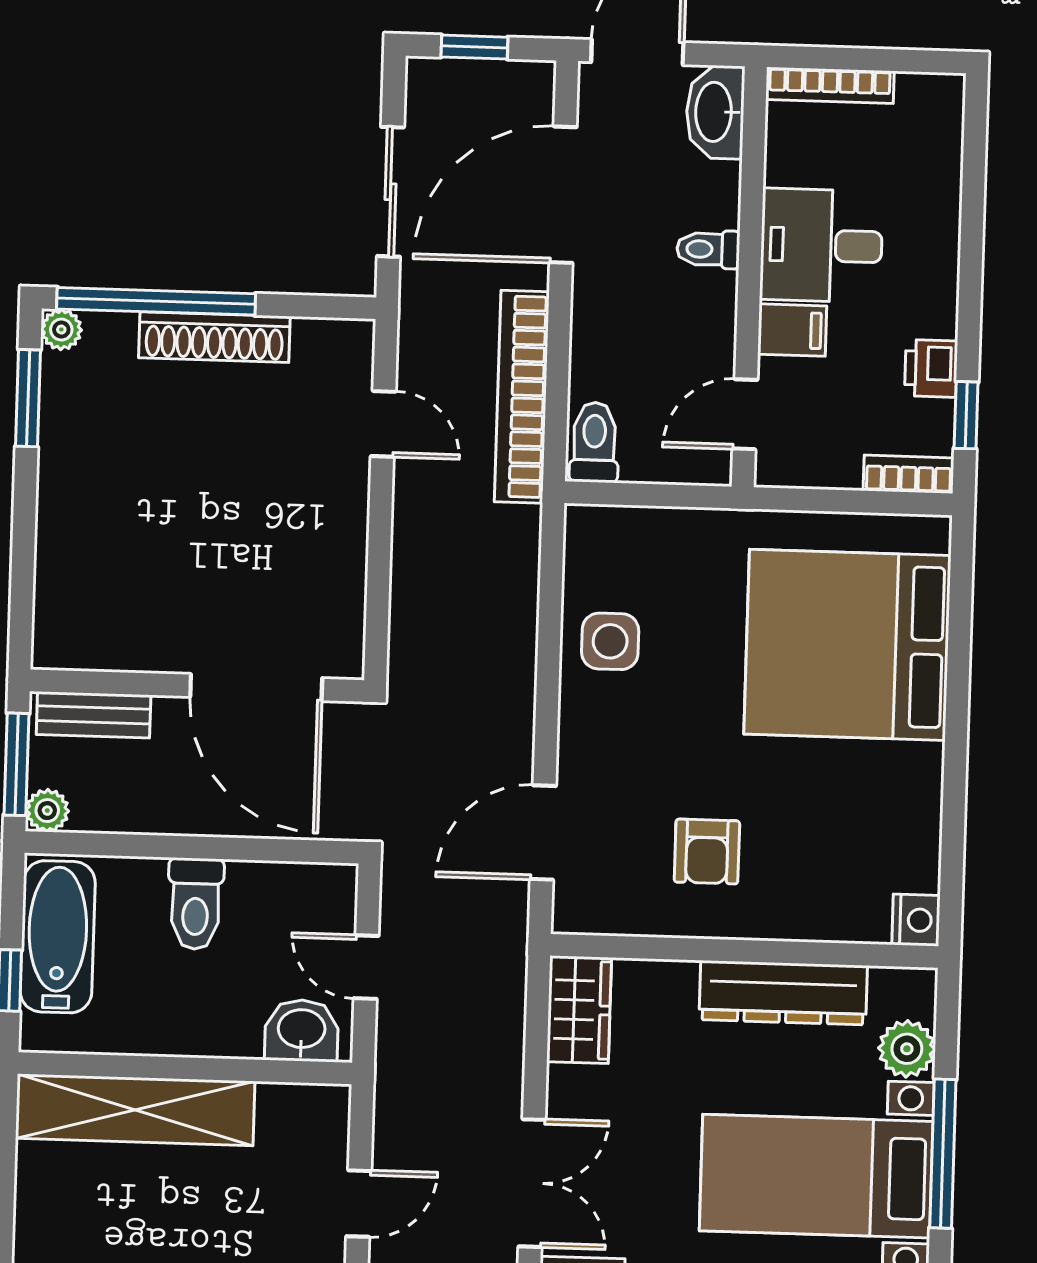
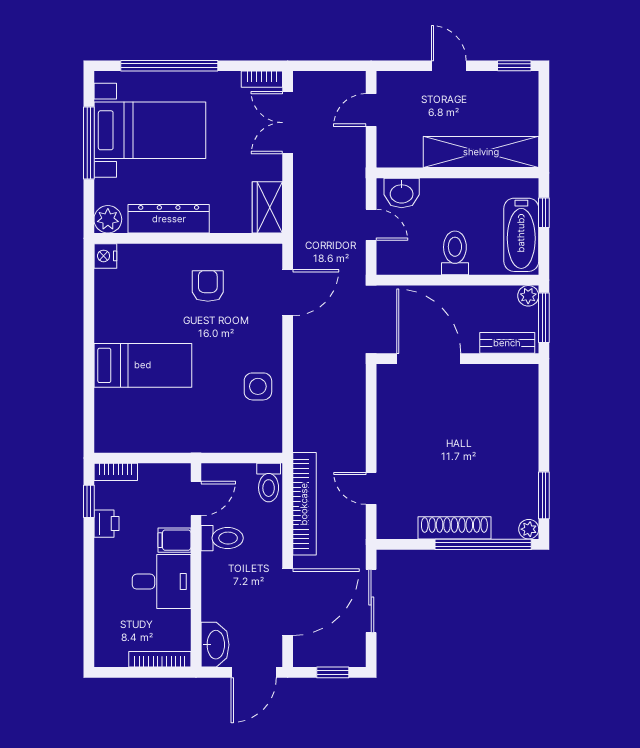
toilet: (708, 249) -> (222, 538), moved, width x1.37, depth x1.39
bed: (847, 645) -> (143, 365), width x0.49
plant: (907, 1049) -> (108, 219), moved

